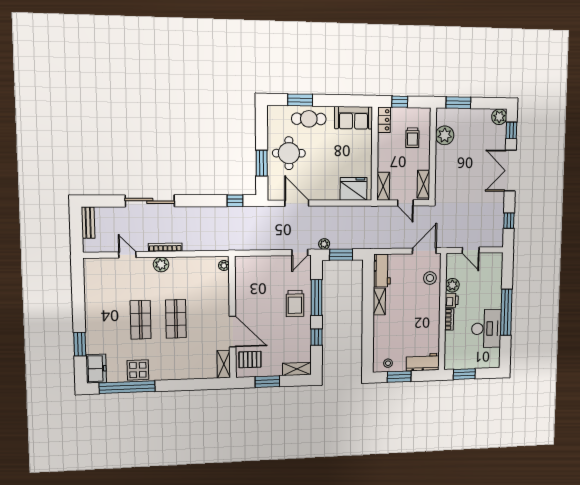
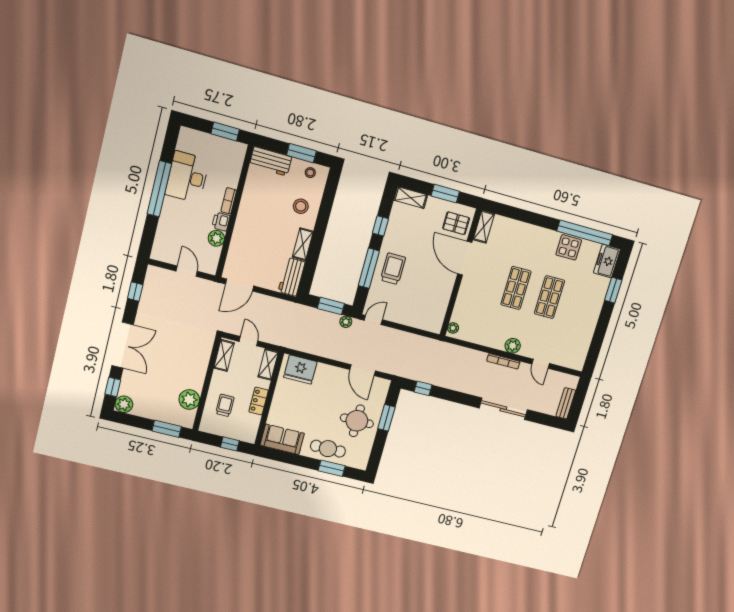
locker: (384, 120) -> (259, 401), moved
stool: (430, 278) -> (301, 206), moved

